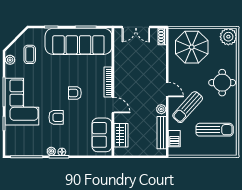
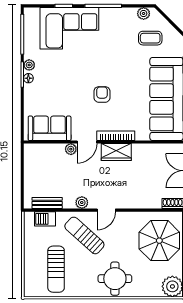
corner sofa: (22, 102) -> (69, 28), moved
armchair: (56, 117) -> (72, 71), removed
plant: (119, 118) -> (71, 149), added
bench: (162, 133) -> (47, 203), width x0.73
wardrobe: (121, 135) -> (116, 152), moved

